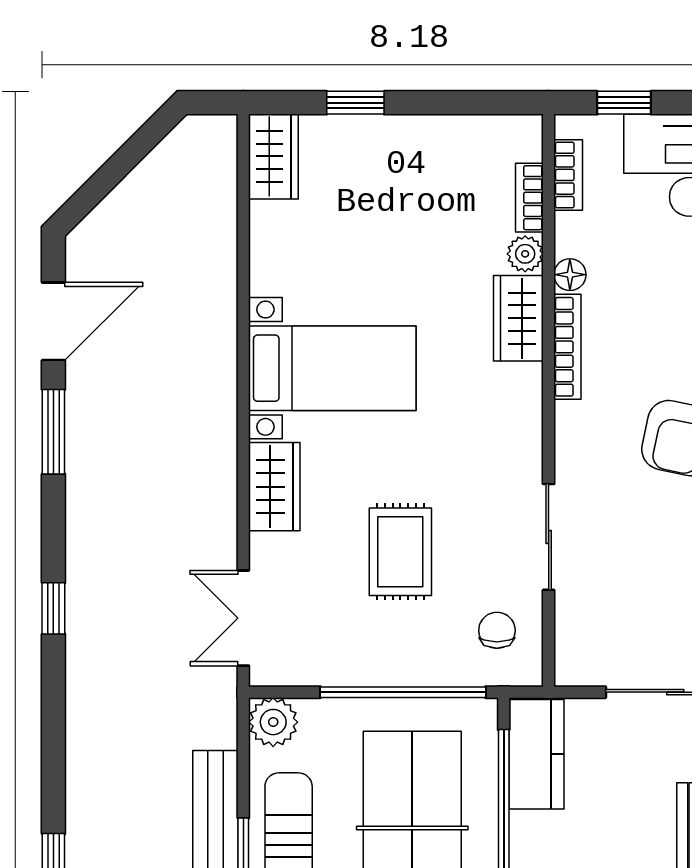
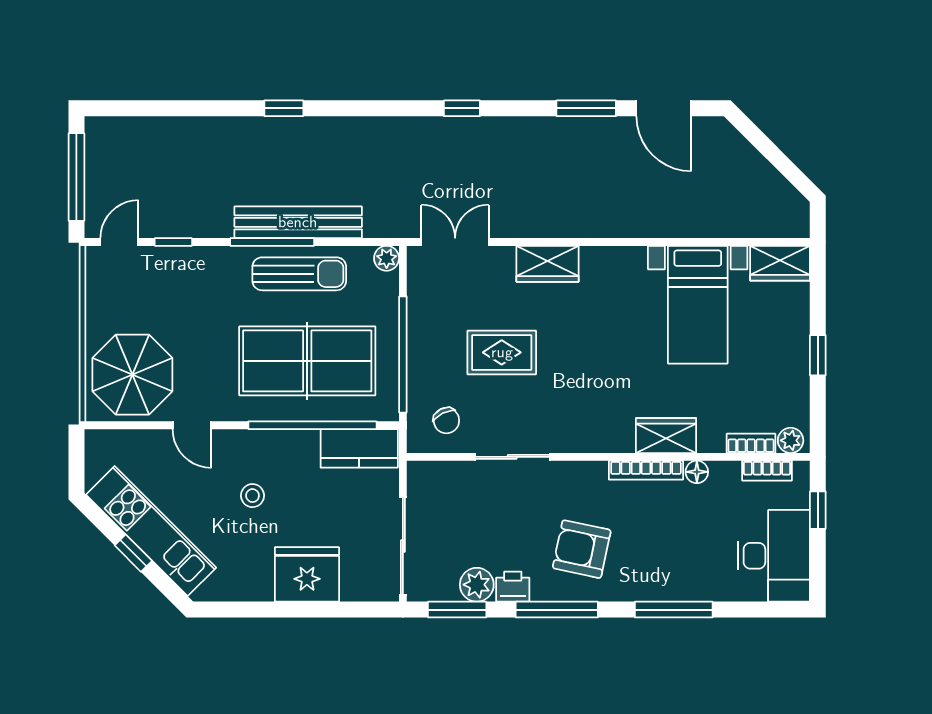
window: (355, 103) -> (818, 355), moved
plant: (525, 254) -> (791, 440), moved
bed with nightstands: (332, 368) -> (698, 305), moved
chair: (497, 630) -> (446, 421), turned 63
plant: (273, 722) -> (387, 258), width x0.73, depth x0.73

